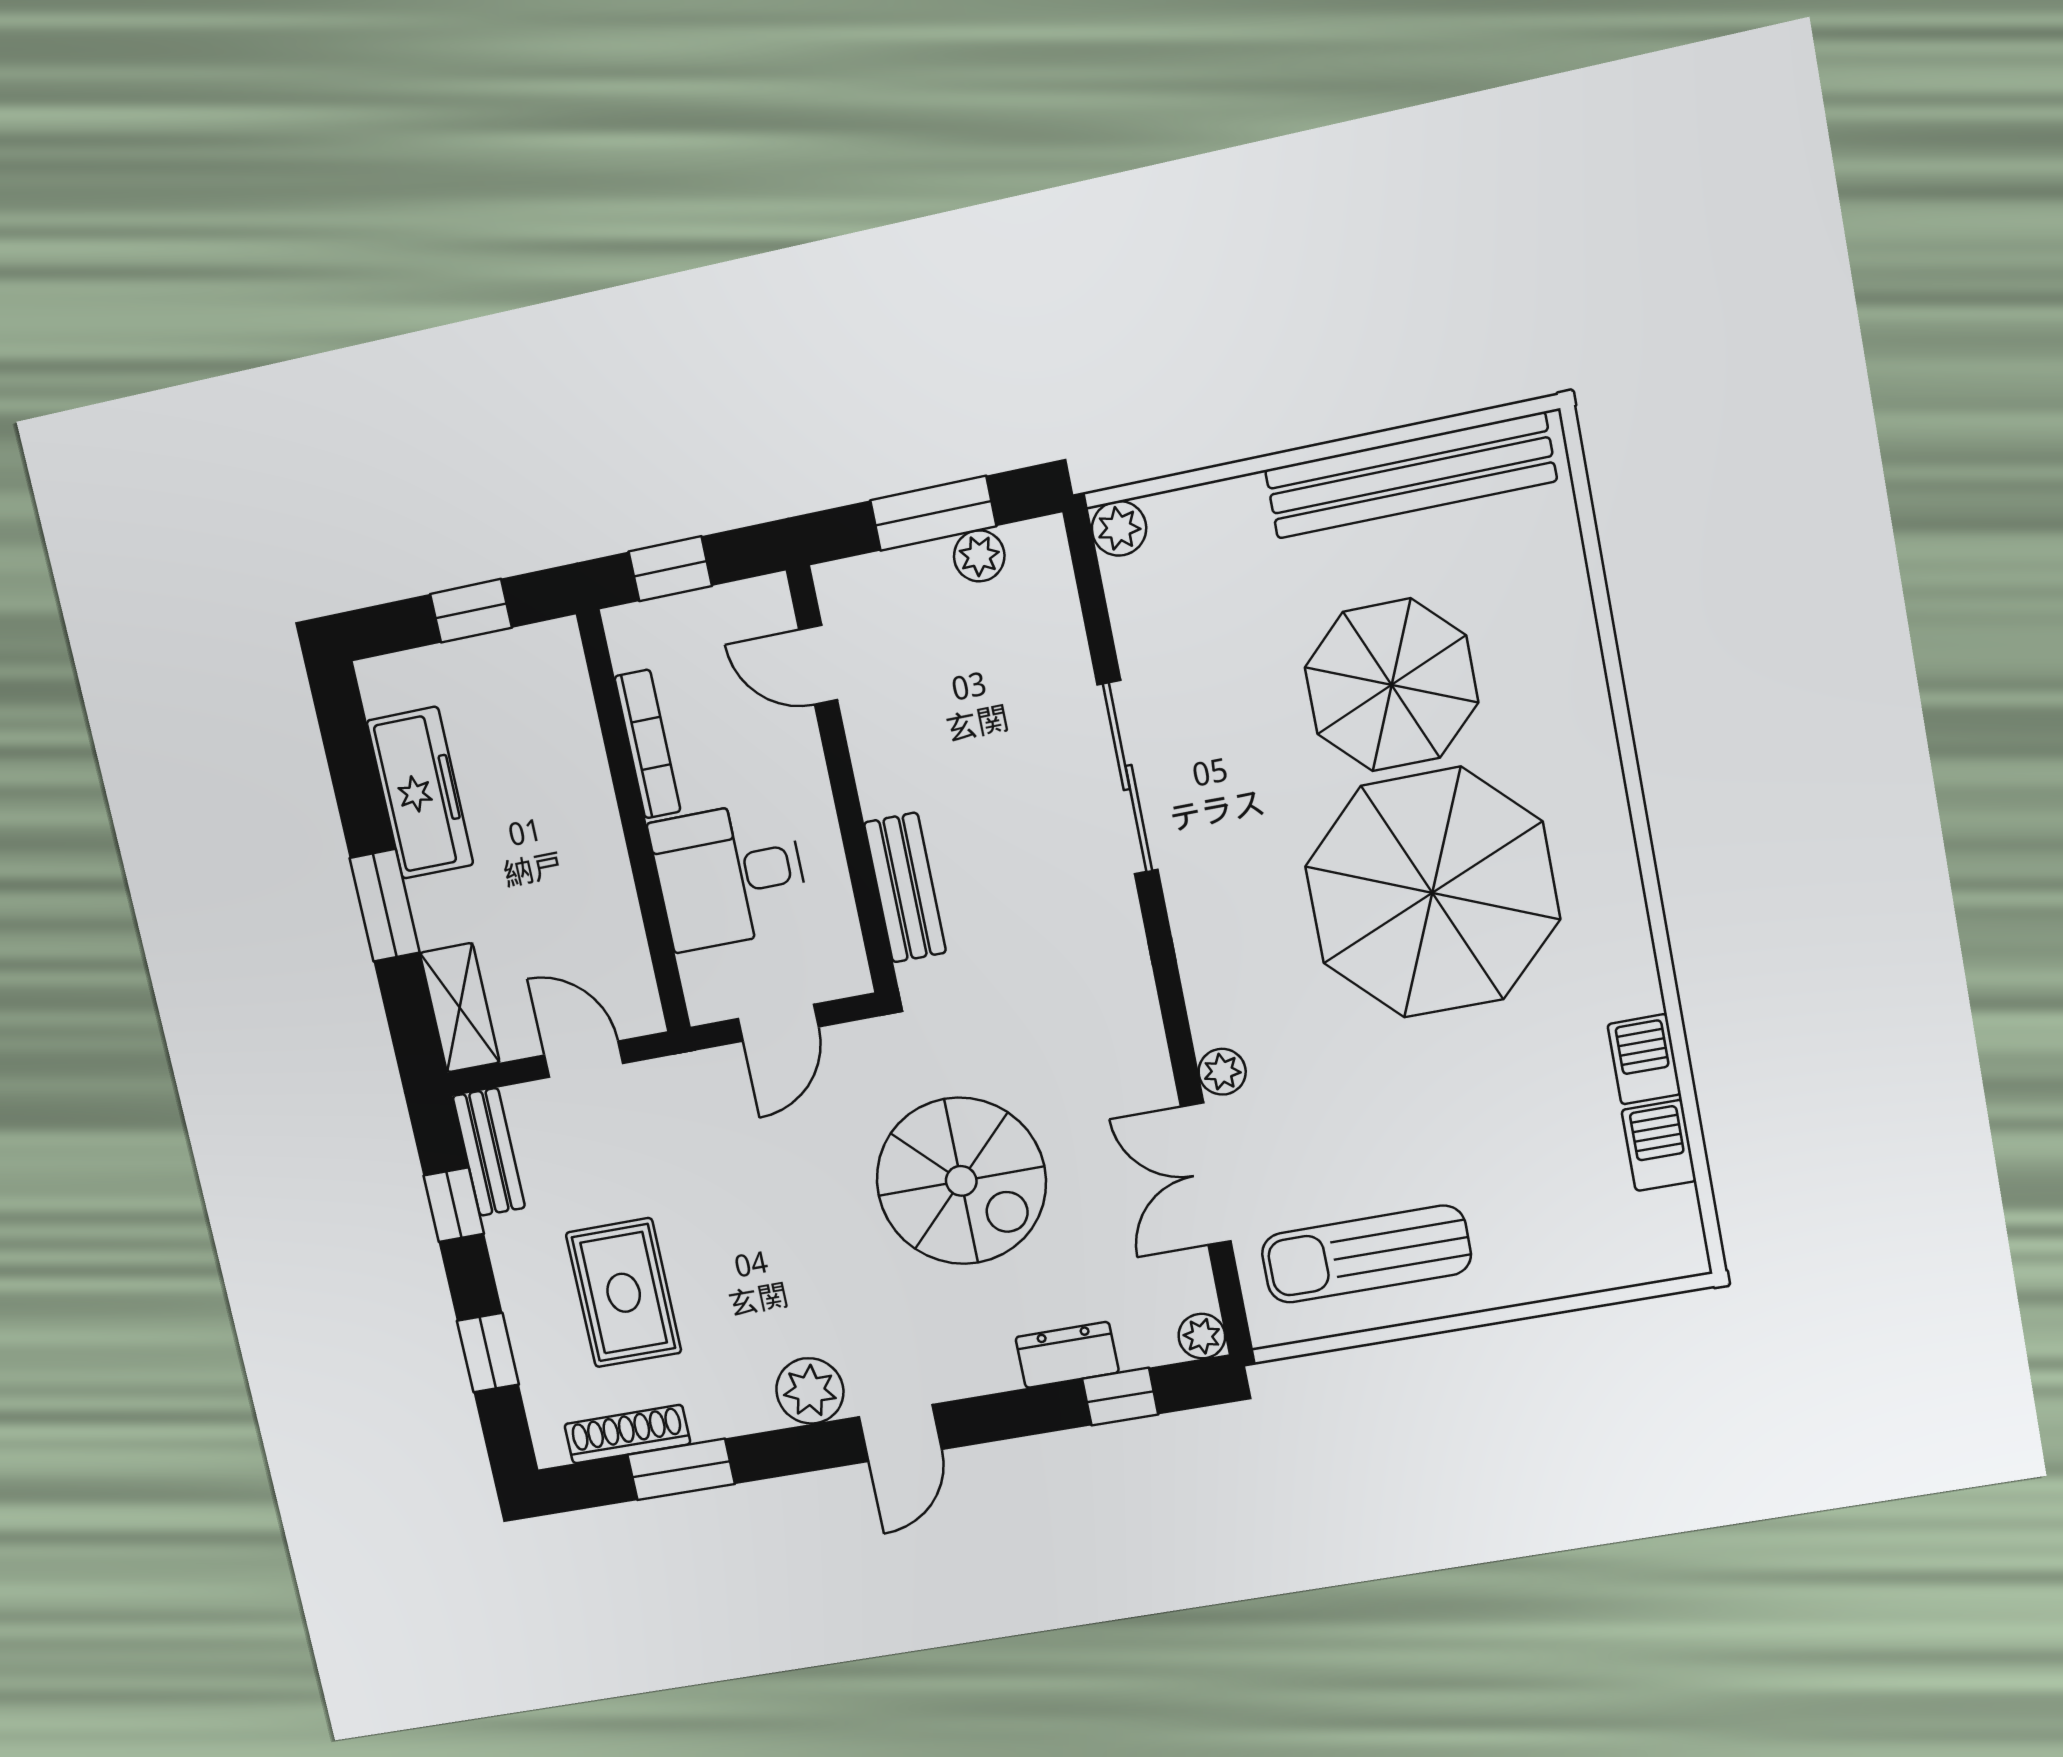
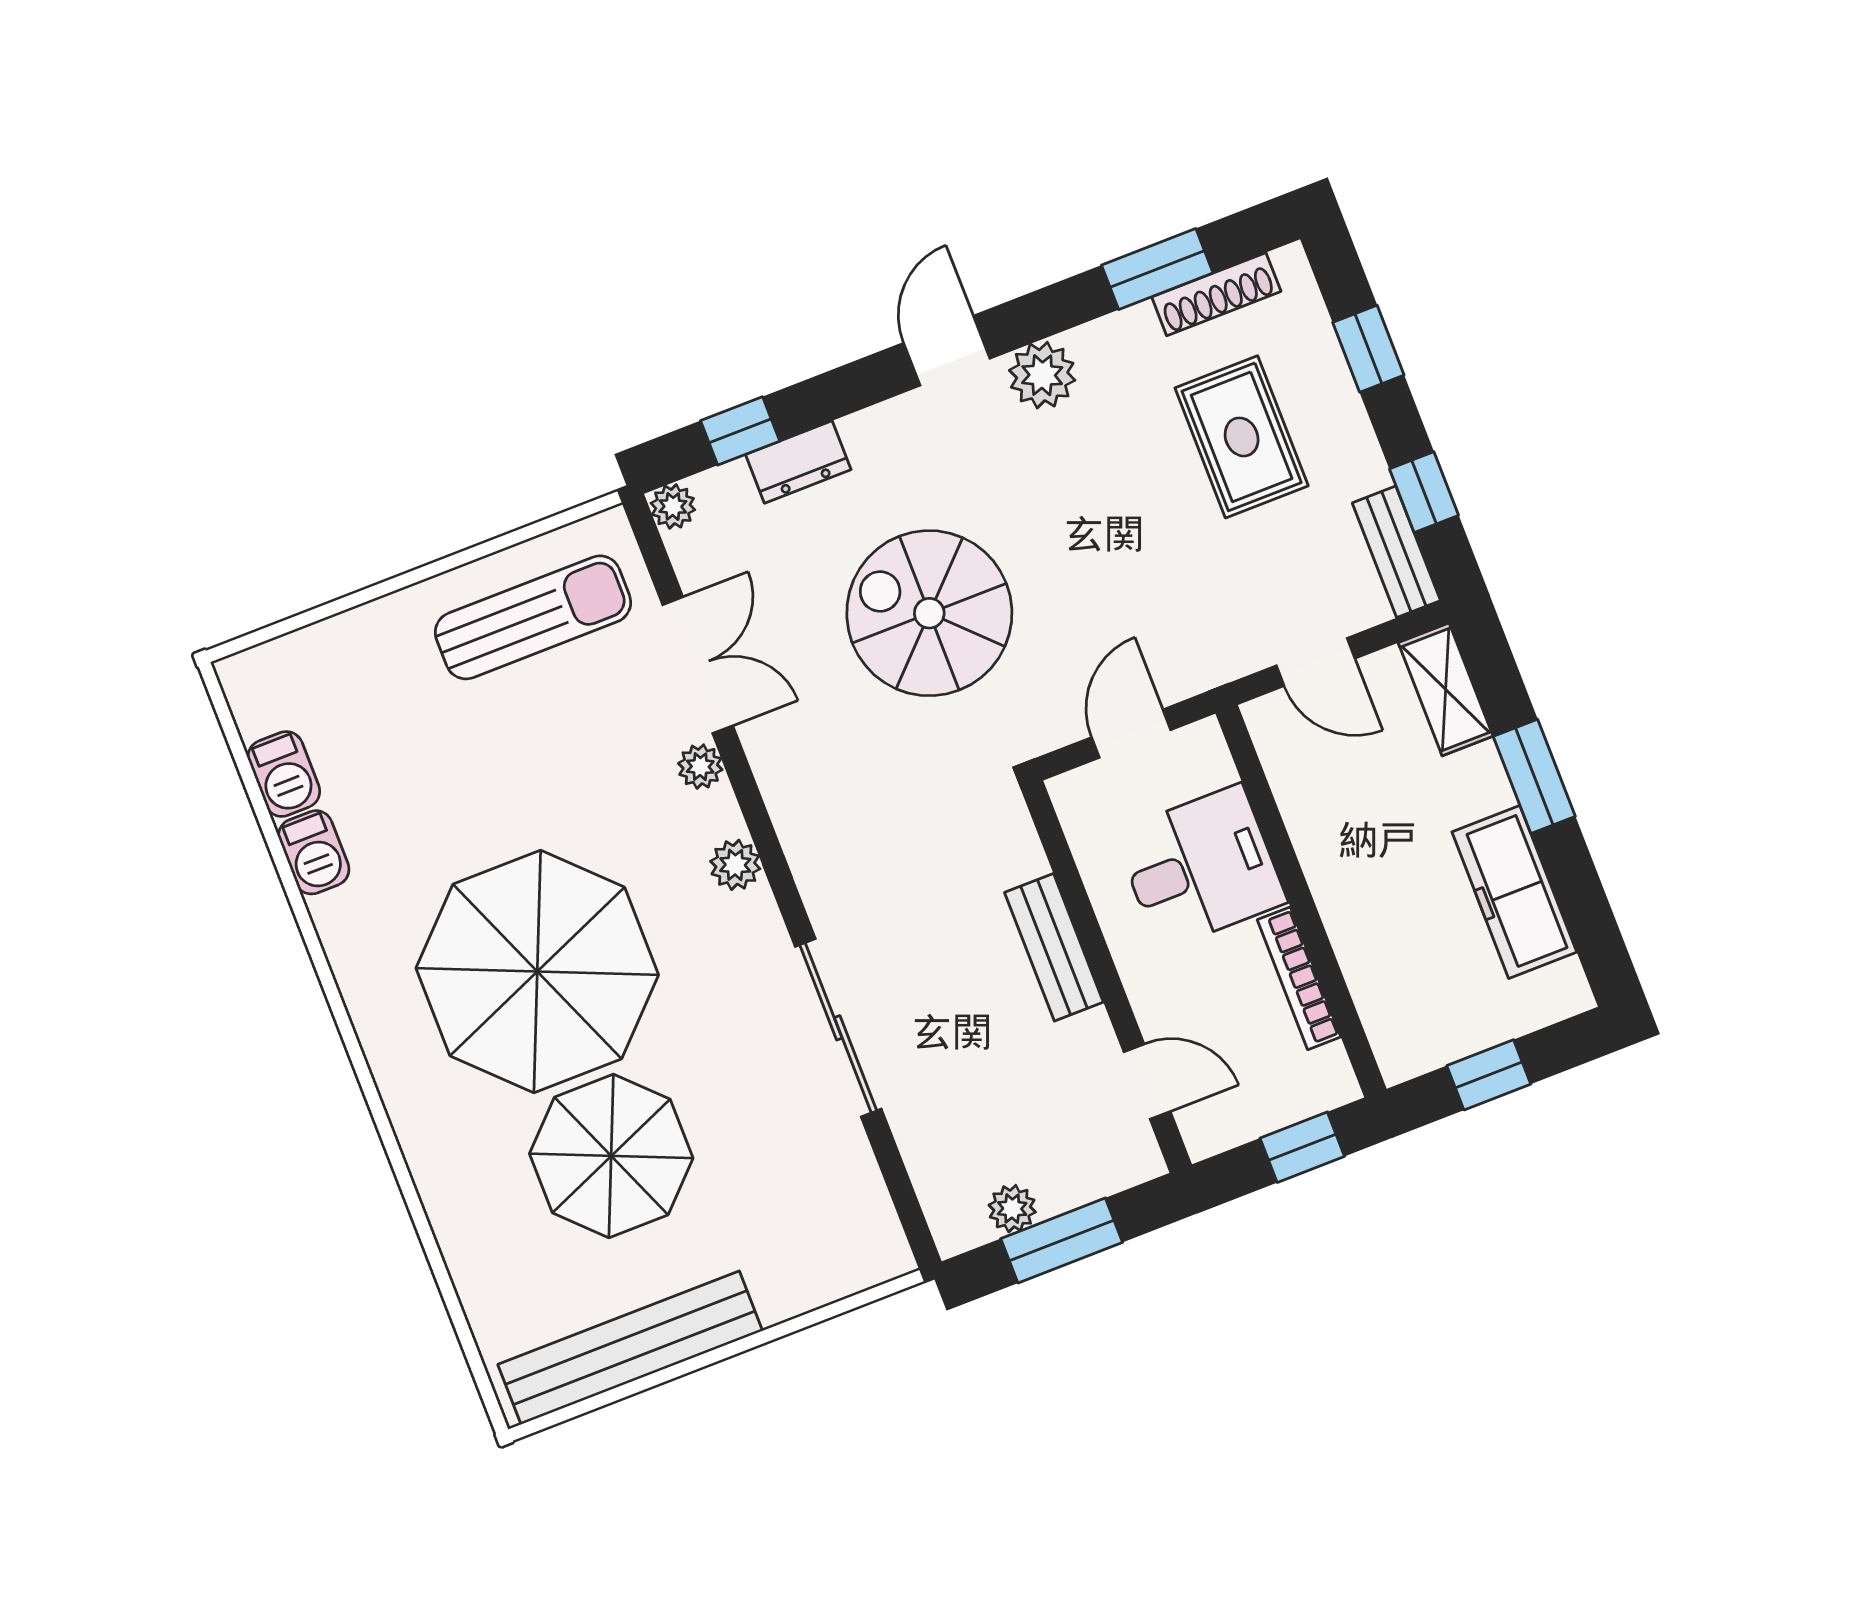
plant: (1119, 528) -> (735, 865), moved
bench: (905, 888) -> (1054, 947), moved

